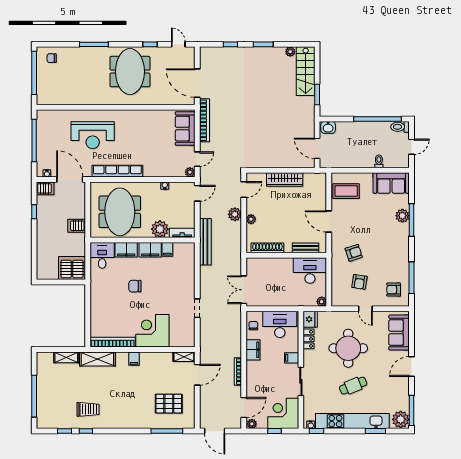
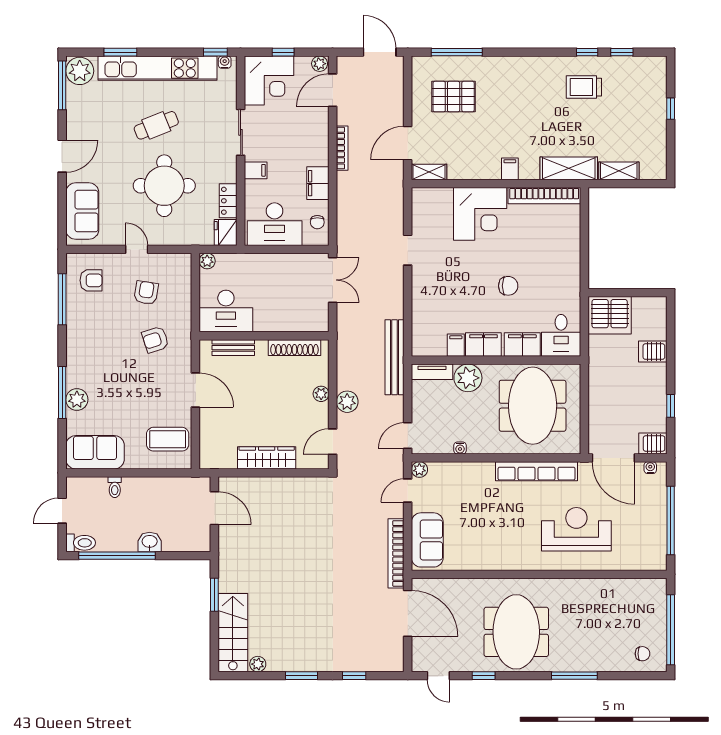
washbasin: (328, 127) -> (150, 542), moved
server rack: (77, 226) -> (653, 352), moved, turned 180
window: (34, 396) -> (671, 109), width x0.32

